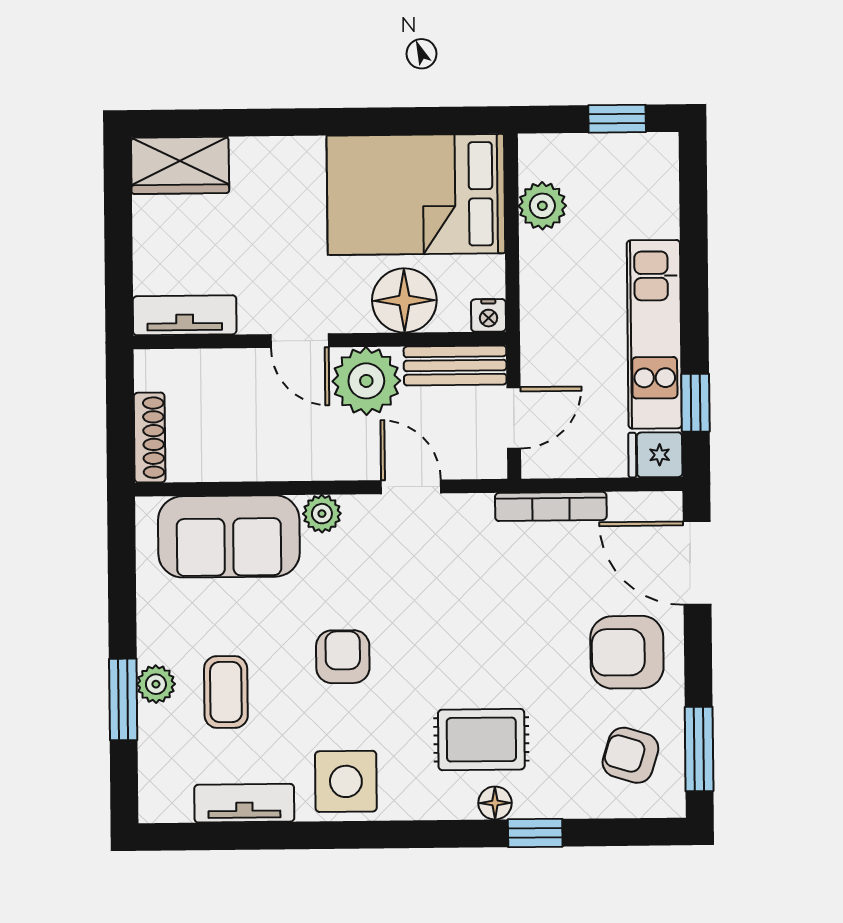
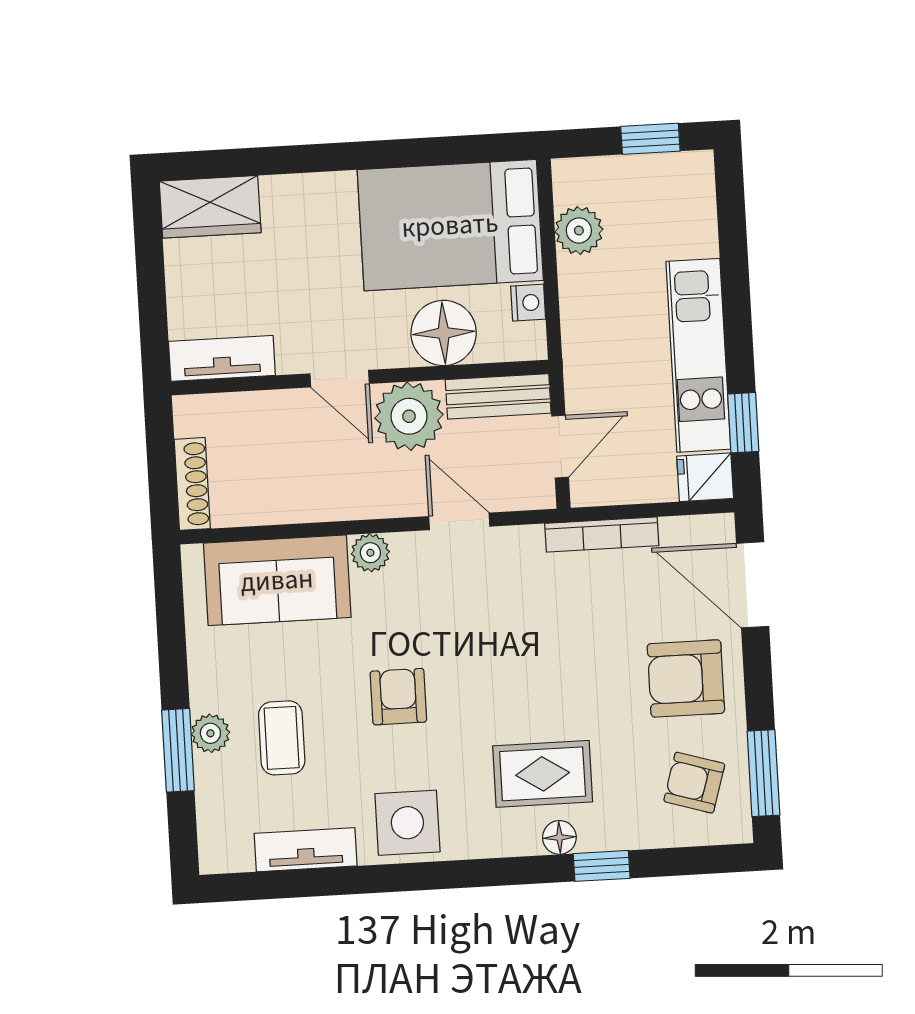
nightstand: (488, 315) -> (528, 303), moved, turned -90

